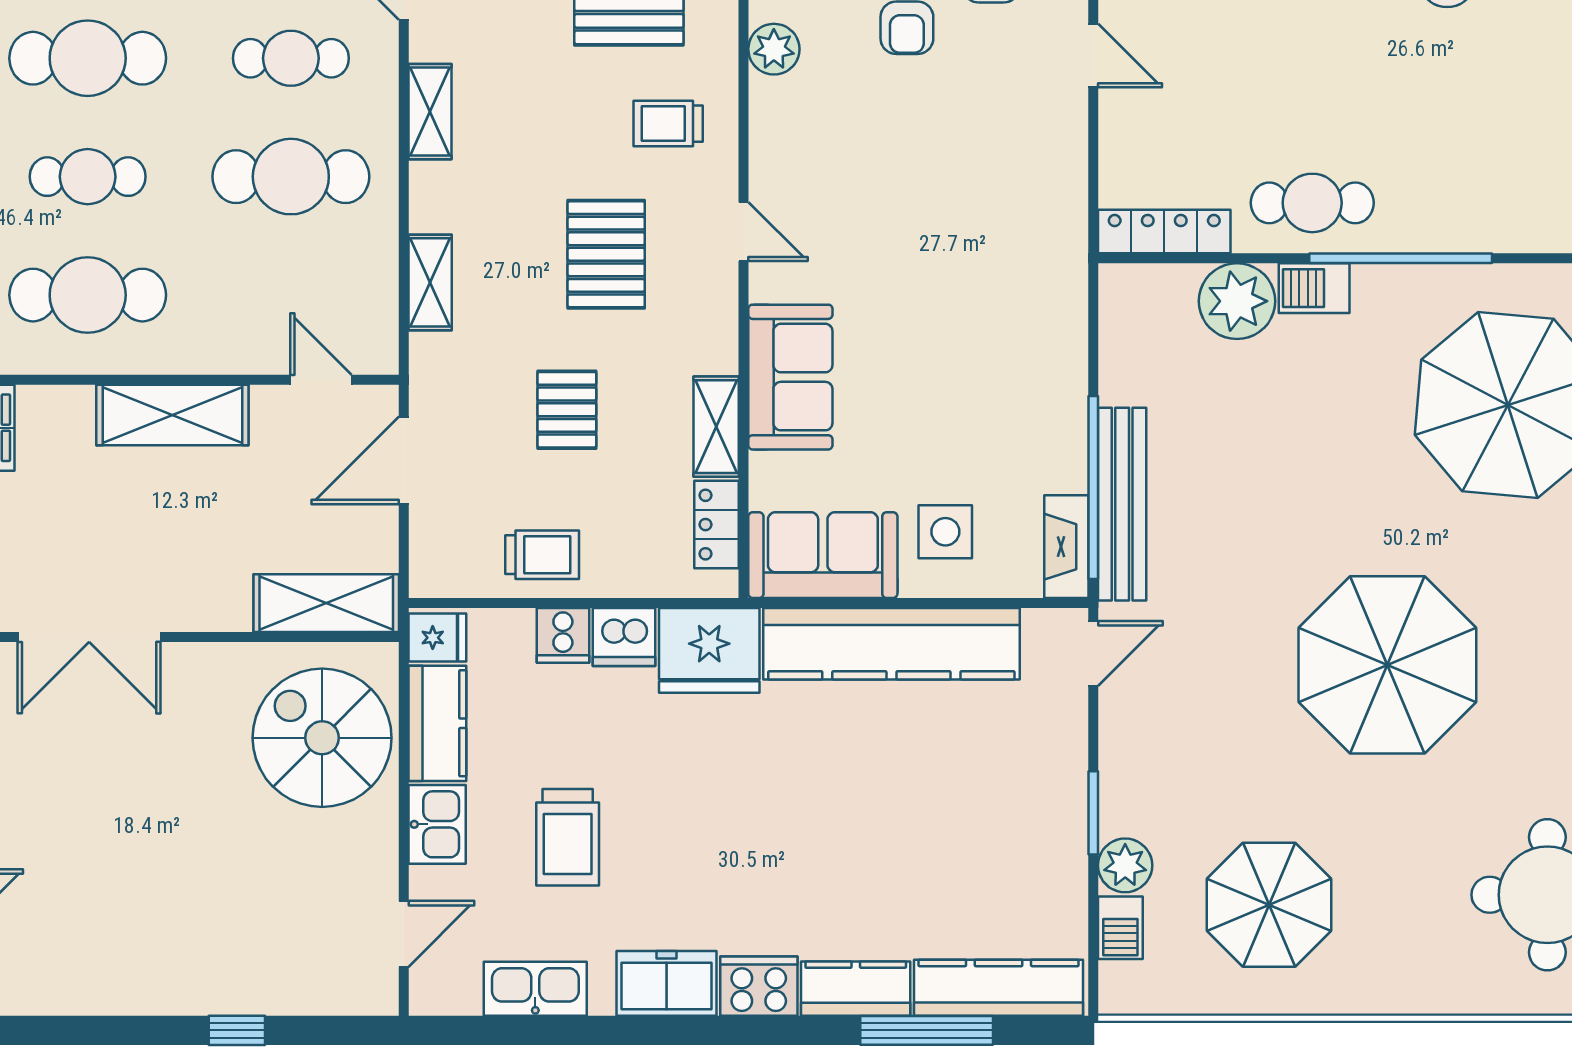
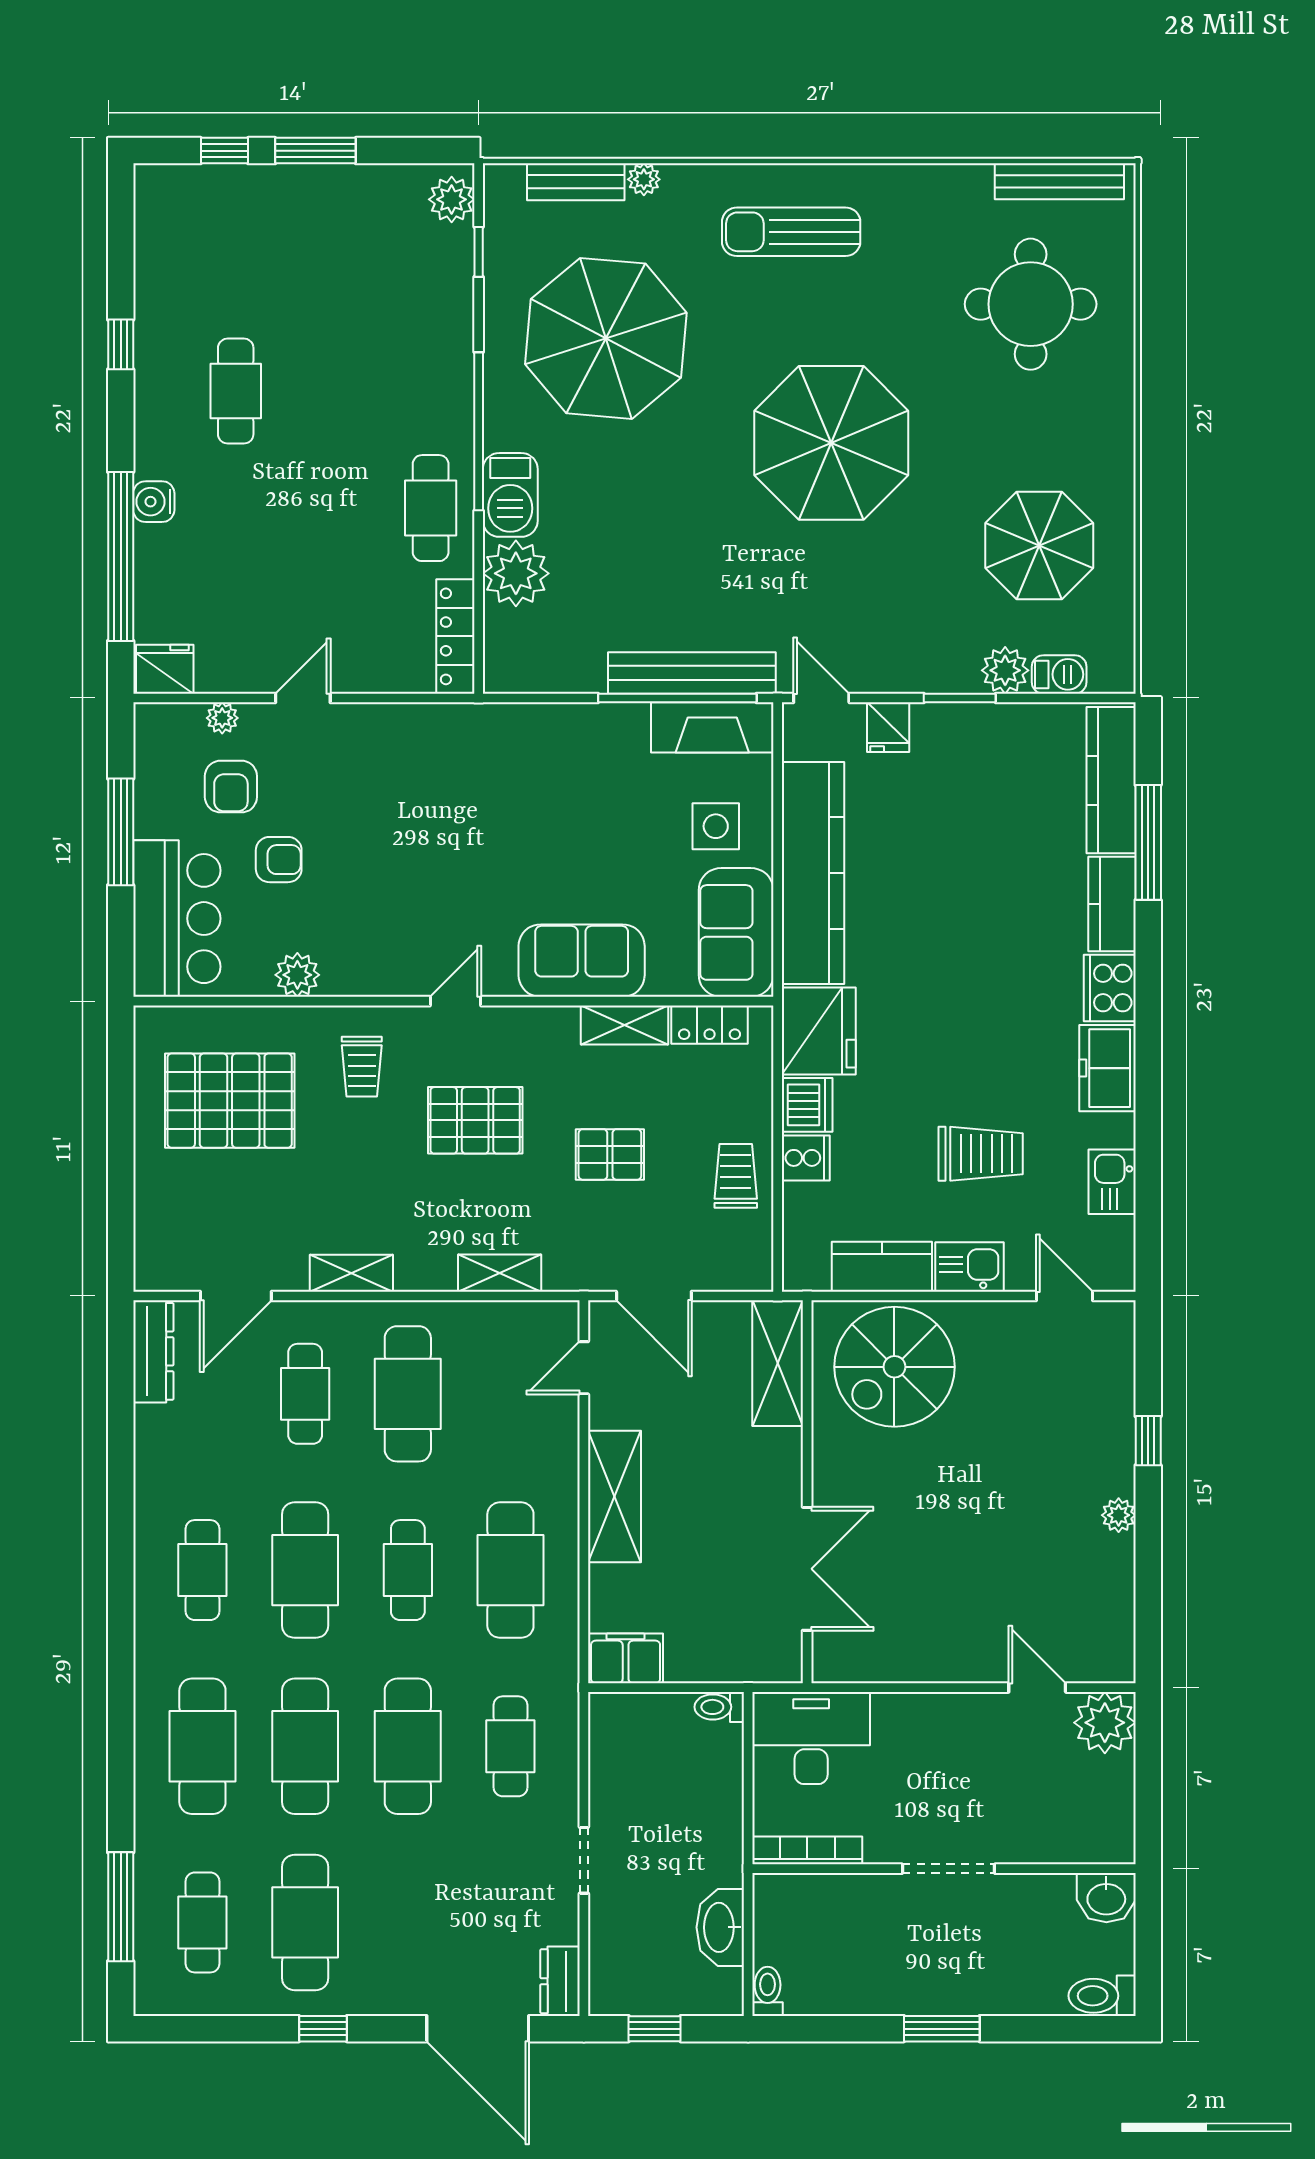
barbecue: (1314, 288) -> (510, 495), width x1.38, depth x1.27
fireplace: (1066, 547) -> (712, 727), width x1.37, depth x1.32
fridge: (437, 638) -> (888, 727), moved, turned 180
kitchen sink: (535, 989) -> (1112, 1182), width x0.73
plant: (151, 996) -> (1119, 1515), added

